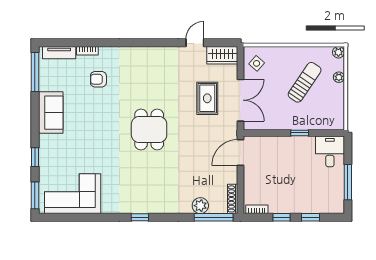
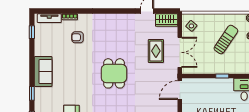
window: (35, 72) -> (32, 32), width x0.46
sofa: (51, 113) -> (43, 72), moved

